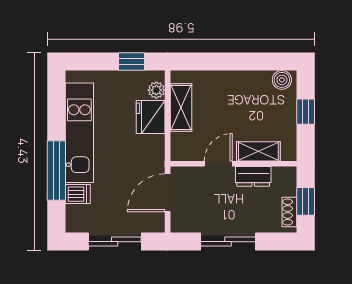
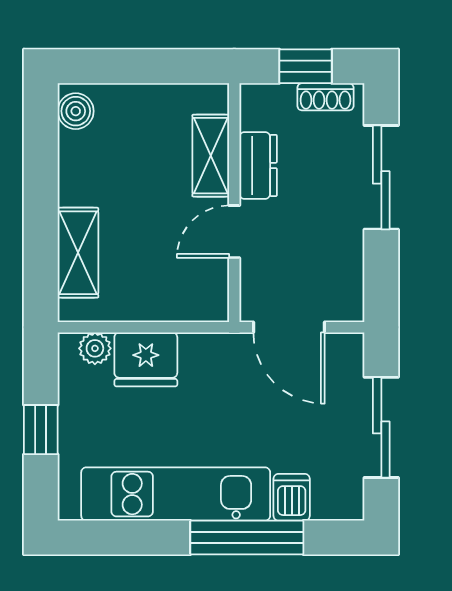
window: (132, 61) -> (41, 430), moved
shelving: (181, 107) -> (78, 253), moved, turned 90
window: (306, 112) -> (136, 66), removed
door: (218, 164) -> (234, 232), hinge flipped
sliding door: (228, 242) -> (381, 177), moved

